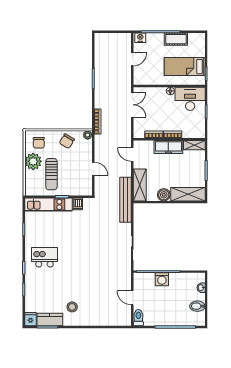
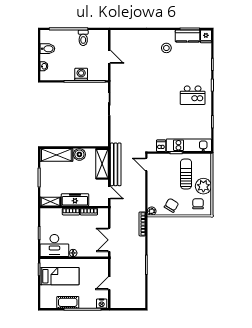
door: (93, 169) -> (146, 164), moved
bench: (126, 200) -> (116, 164), moved
toilet: (138, 318) -> (83, 38), moved

